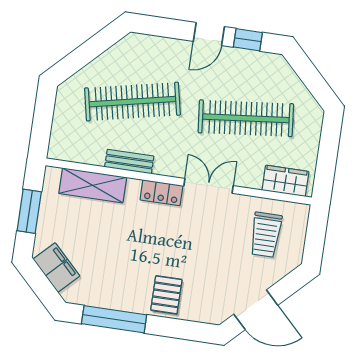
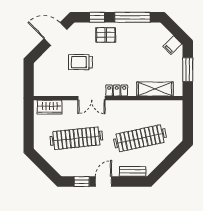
bench: (129, 162) -> (133, 171), moved
trolley: (266, 235) -> (80, 62), moved, turned -90
filing cabinet: (56, 267) -> (172, 45), width x0.50
pallet: (166, 295) -> (106, 35), turned 90
window: (177, 329) -> (97, 17), added

